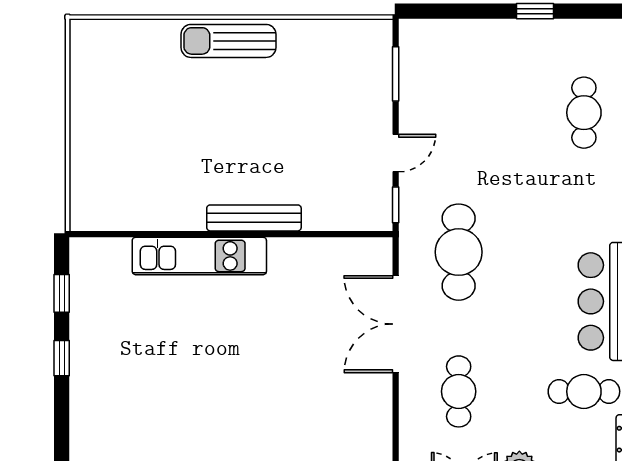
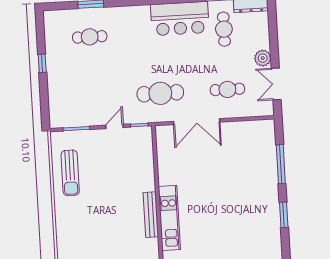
sun lounger: (229, 41) -> (70, 173), moved
door: (396, 153) -> (114, 126), hinge flipped
bench: (254, 218) -> (151, 215), moved

